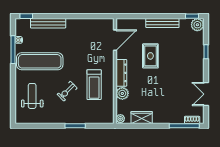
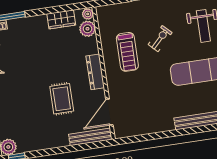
bench: (162, 23) -> (90, 137), moved
treadmill: (94, 85) -> (127, 52), turned 180
plant: (122, 93) -> (87, 29), moved

